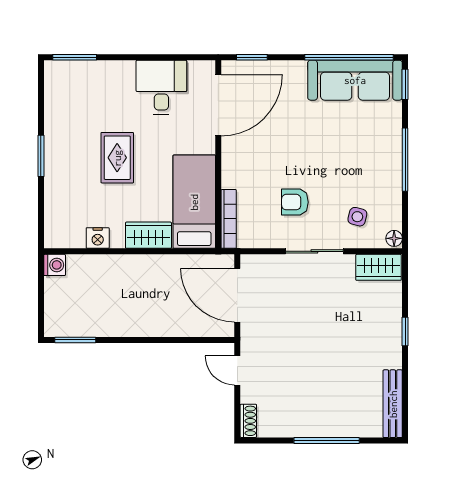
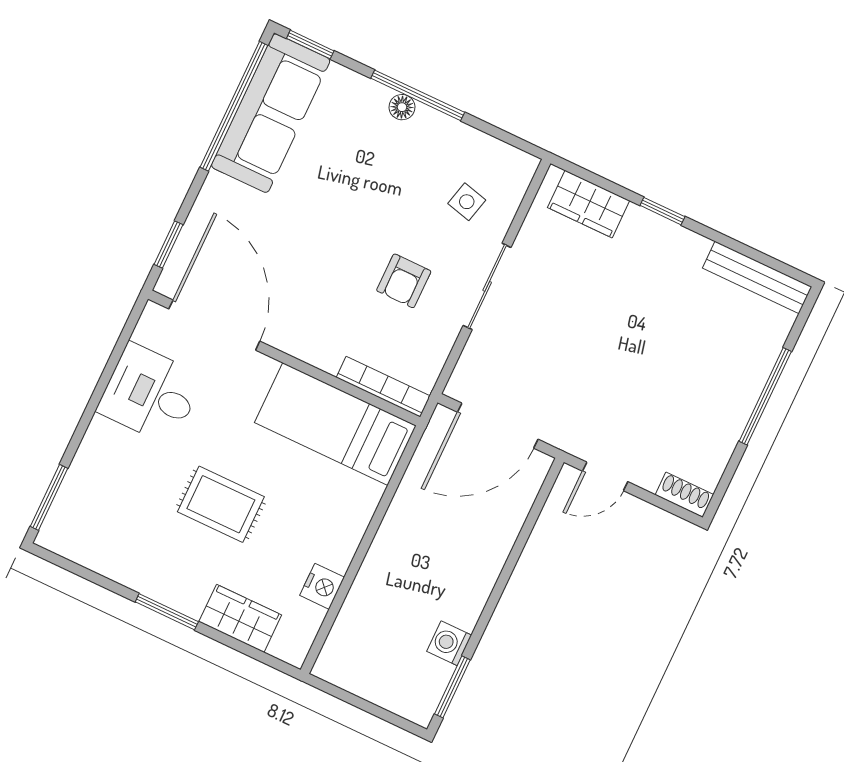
wardrobe: (148, 235) -> (240, 618), moved, turned 90
floor lamp: (394, 238) -> (402, 107), moved
washing machine: (55, 265) -> (449, 643), moved, turned -90
wardrobe: (379, 267) -> (589, 204), moved, turned 90

